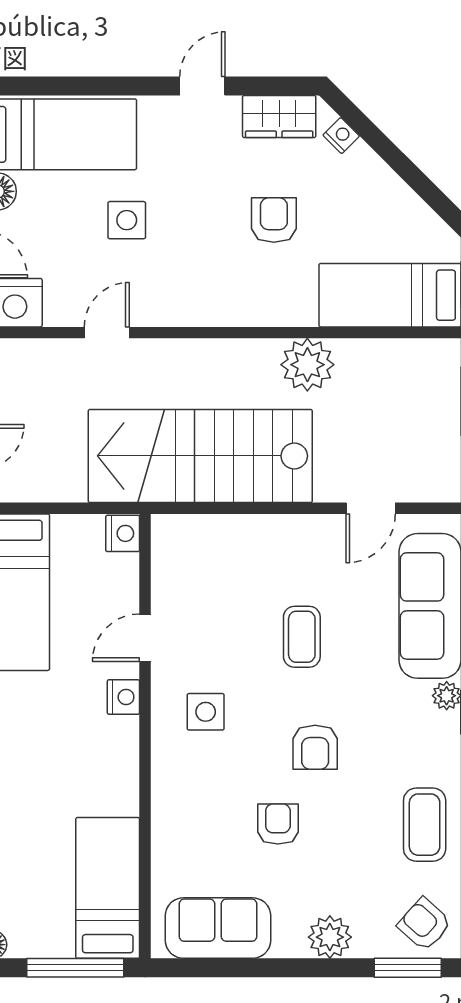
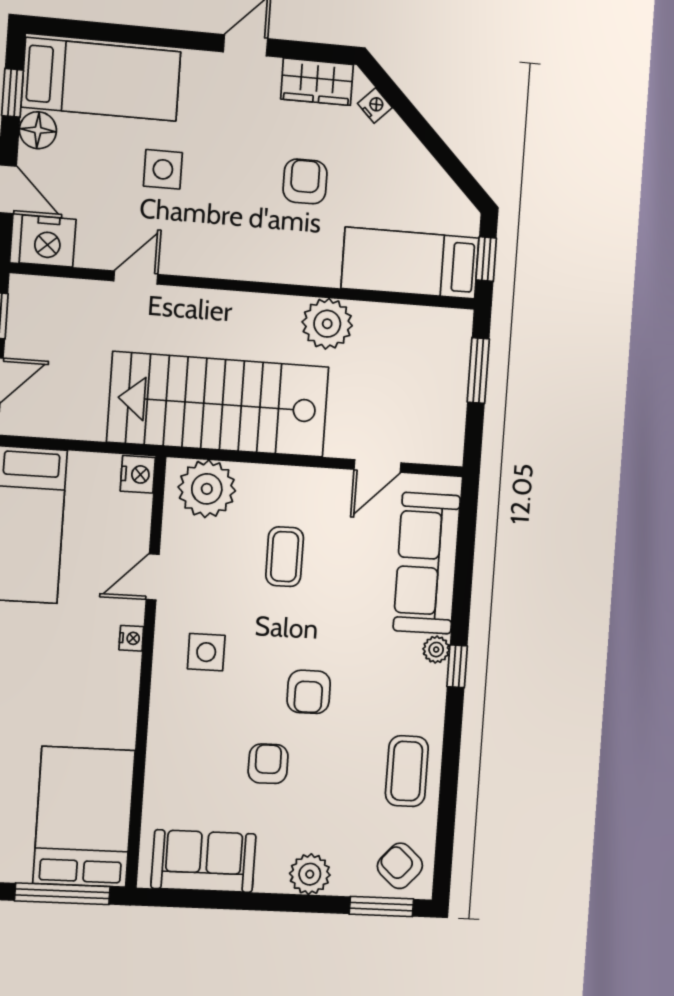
plant: (195, 544) -> (207, 489), added
coffee table: (302, 637) -> (285, 557), moved
nightstand: (123, 697) -> (131, 638), width x0.72, depth x0.74
bed: (108, 888) -> (84, 817), width x1.50

